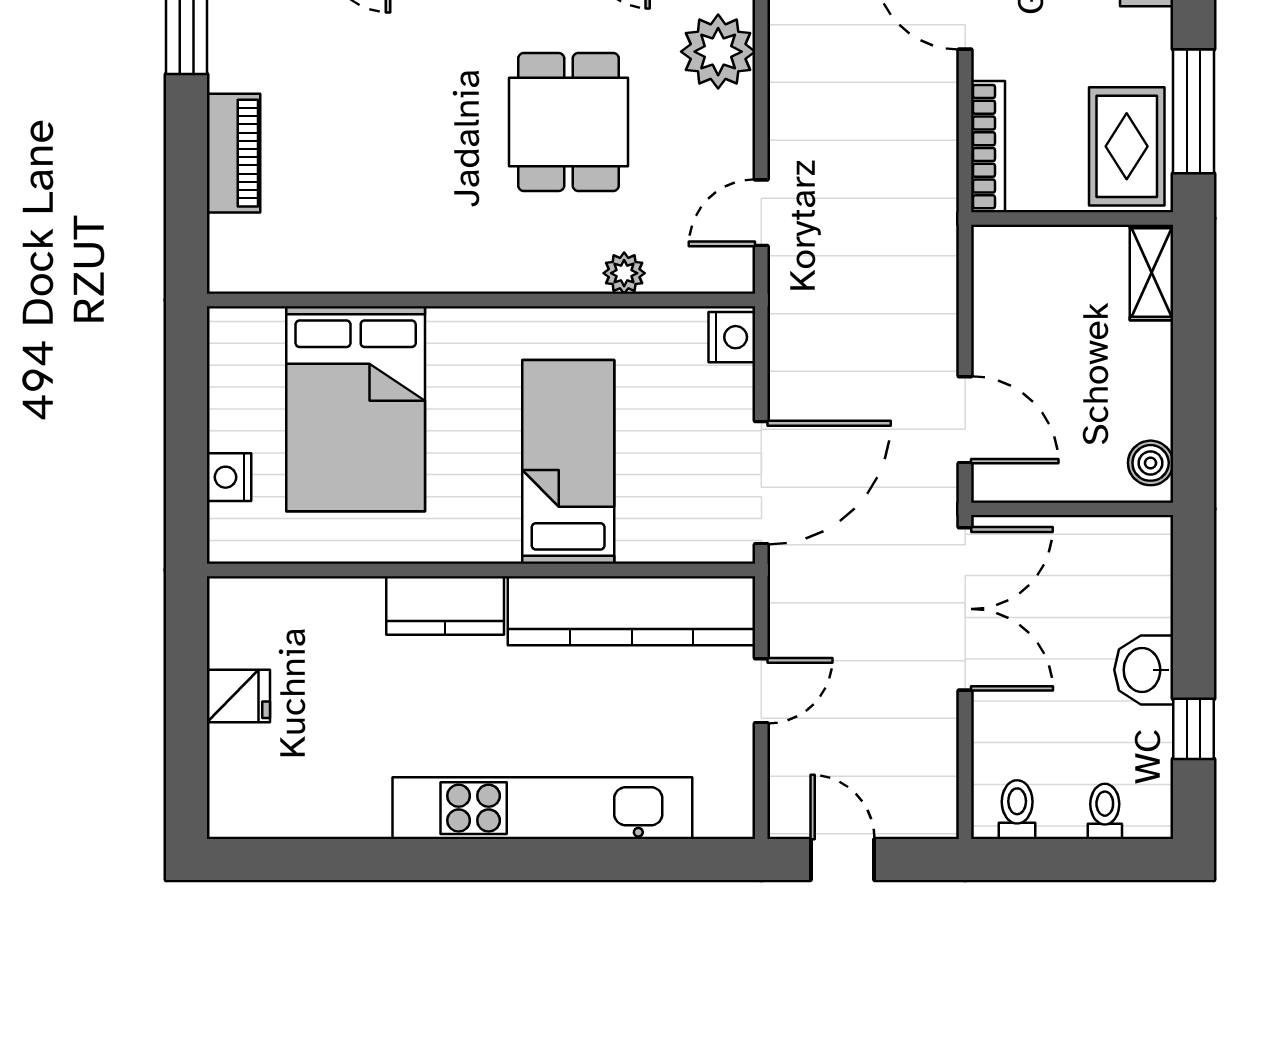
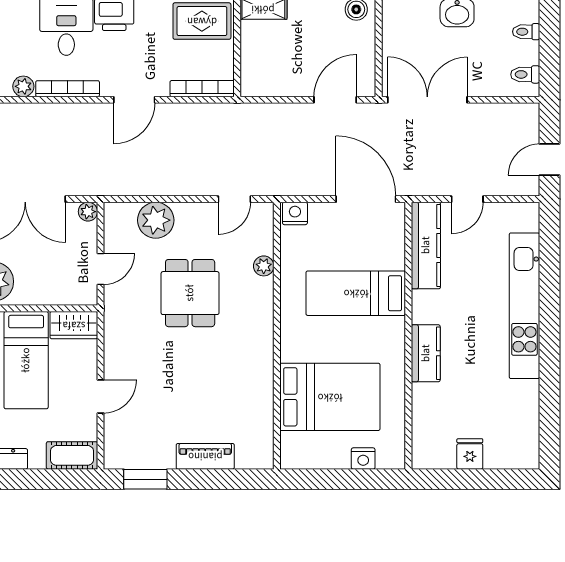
dining table: (568, 122) -> (190, 293), turned 90
door: (761, 213) -> (234, 199), hinge flipped
kitchen counter: (632, 611) -> (426, 245), width x0.72, depth x0.86
door: (761, 691) -> (467, 199), swing flipped

